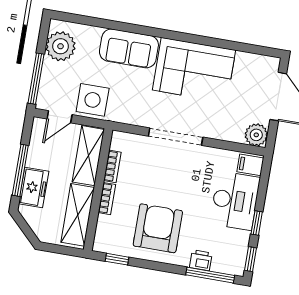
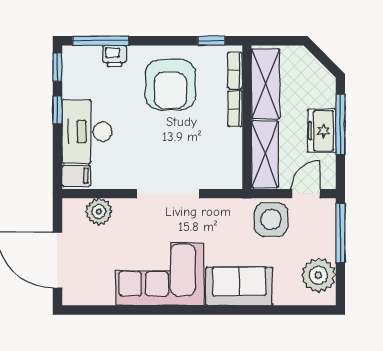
plant: (256, 135) -> (99, 212), moved
bookcase: (112, 166) -> (235, 71), moved
freezer: (34, 187) -> (322, 131), moved

